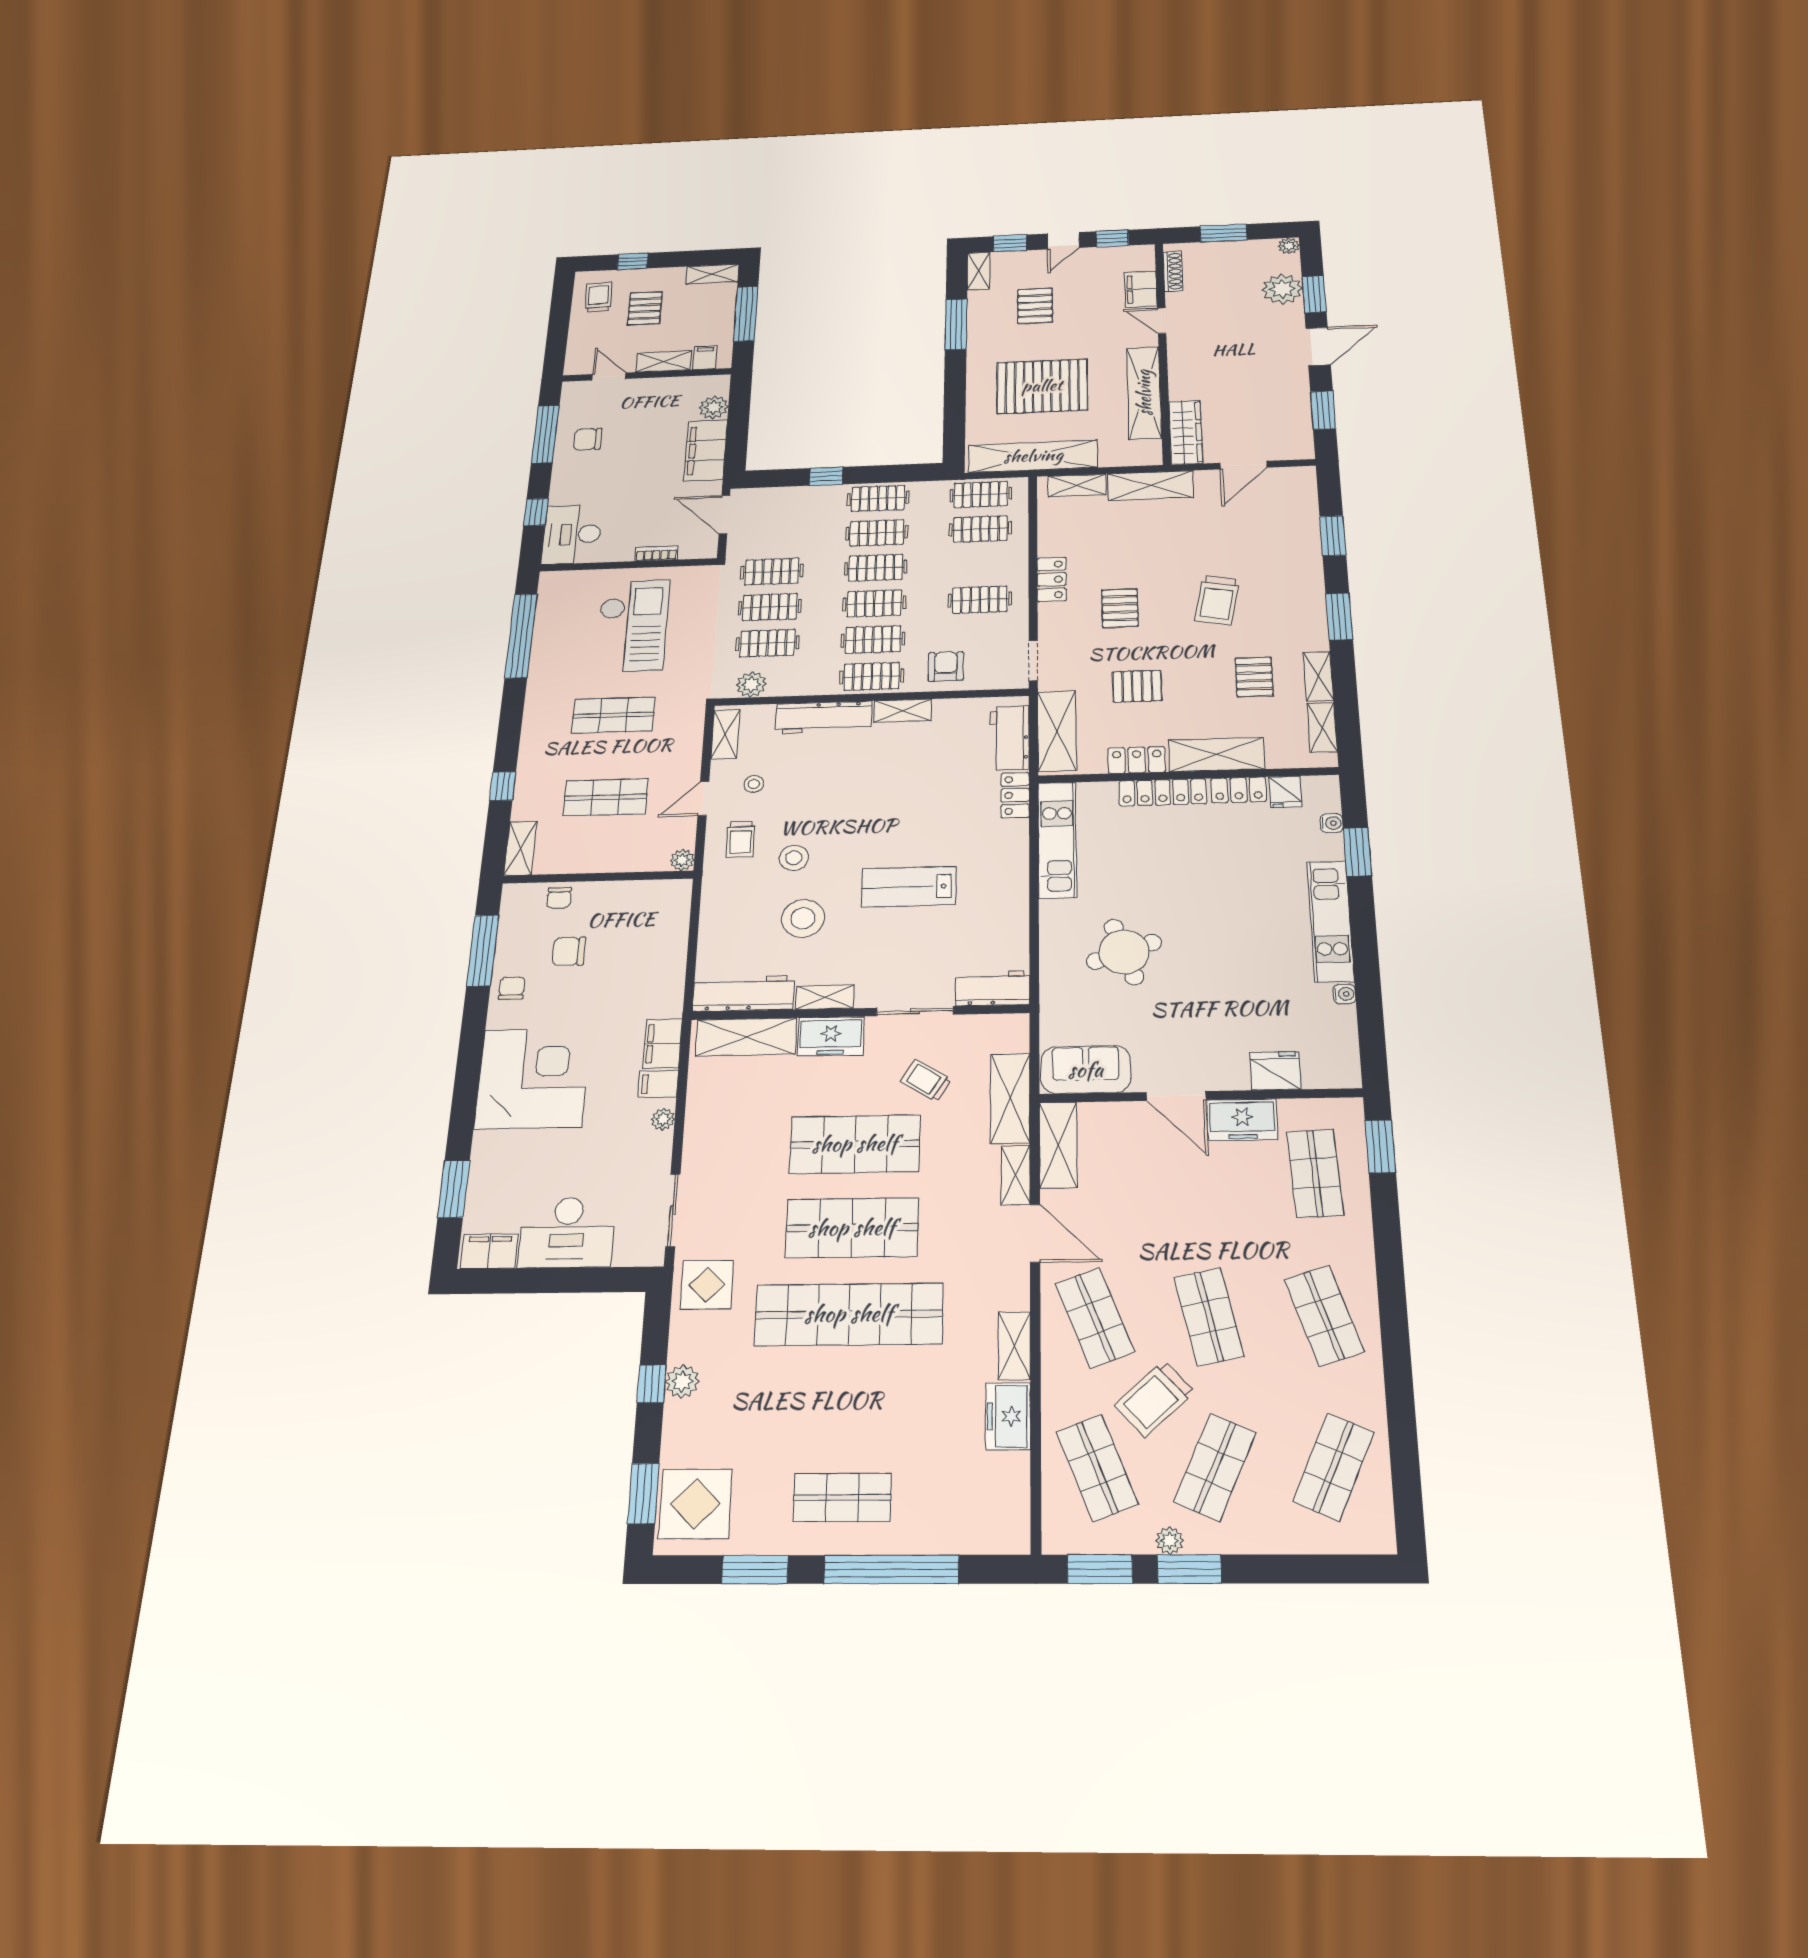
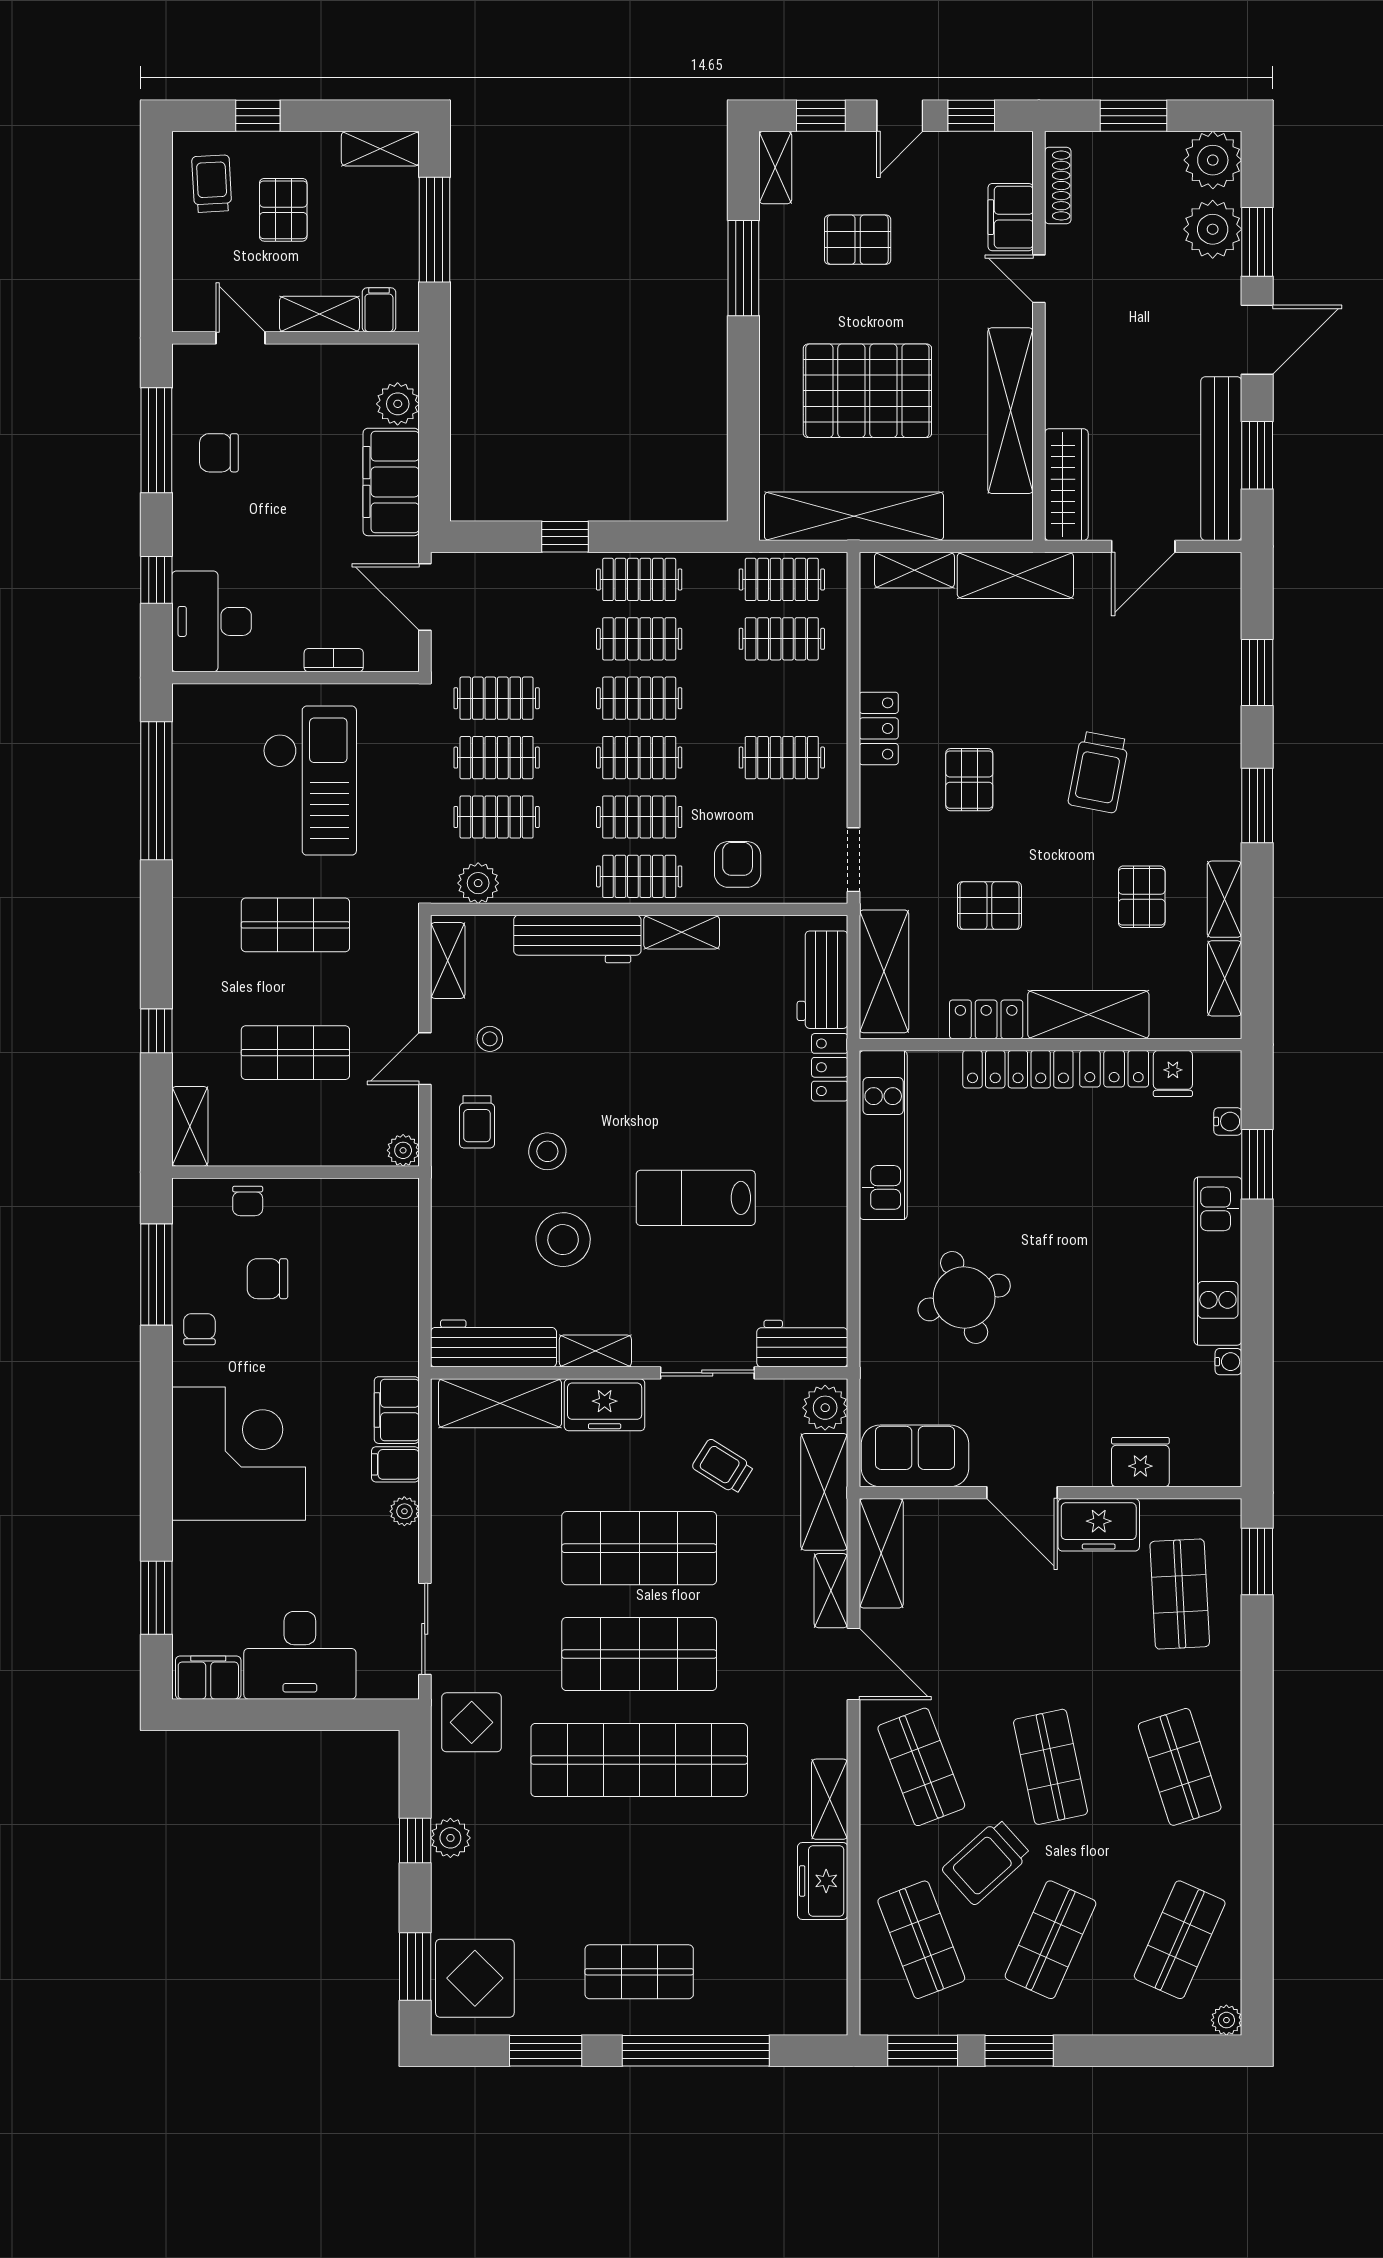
plant: (1289, 246) -> (1213, 160), width x1.87, depth x1.87
pallet: (1035, 306) -> (858, 240), turned 90
bench: (1297, 413) -> (1221, 459), added
plant: (1011, 1035) -> (825, 1408), added
plant: (1170, 1541) -> (1226, 2020), moved

